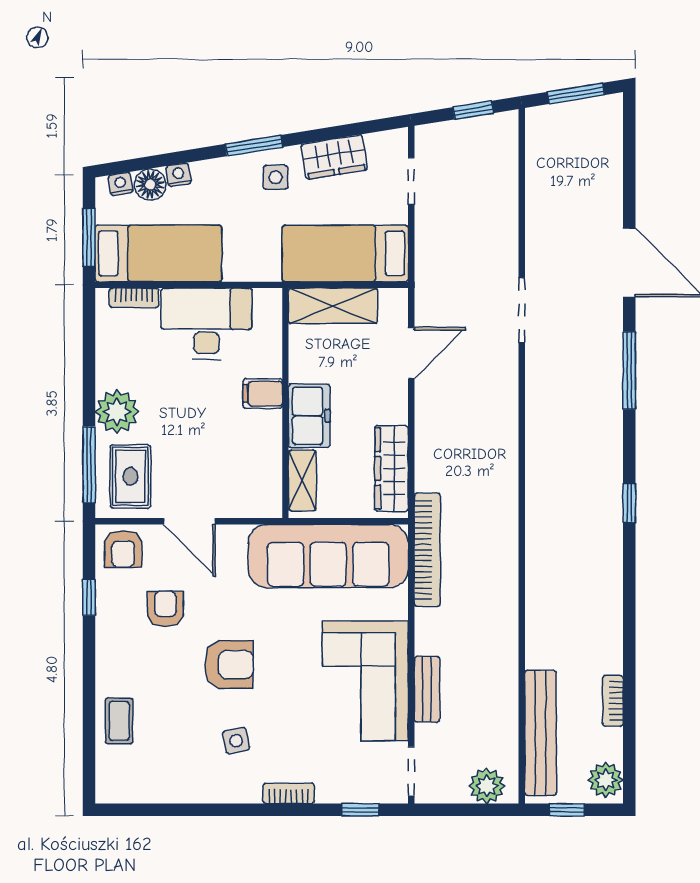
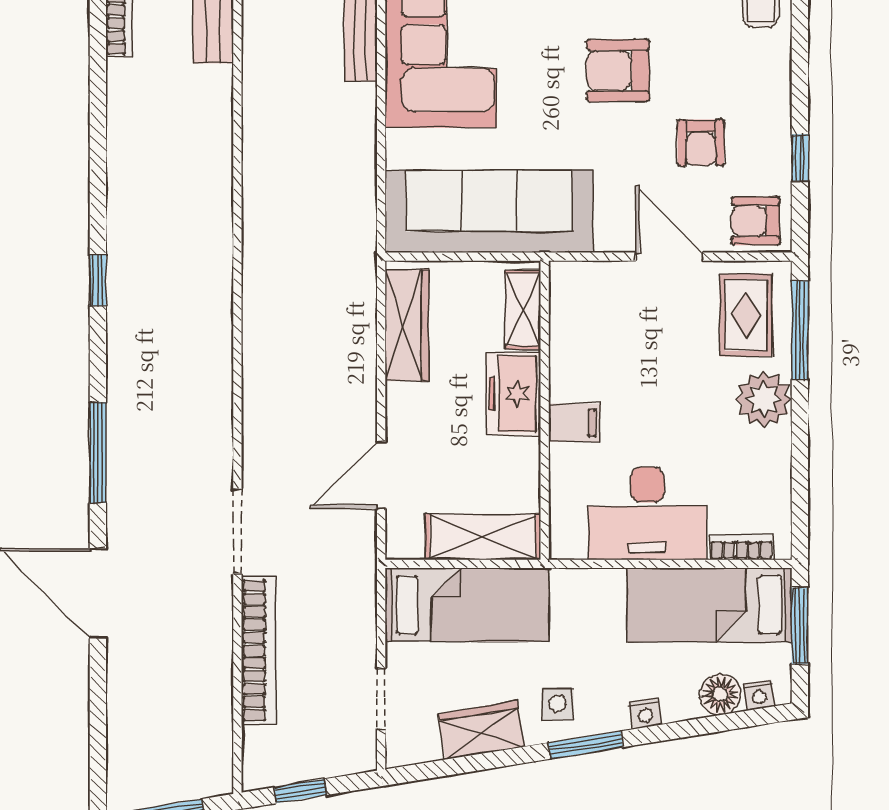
nightstand: (179, 175) -> (645, 713), moved
armchair: (123, 549) -> (756, 221), turned -90
bookcase: (427, 550) -> (258, 650), moved, turned 180

